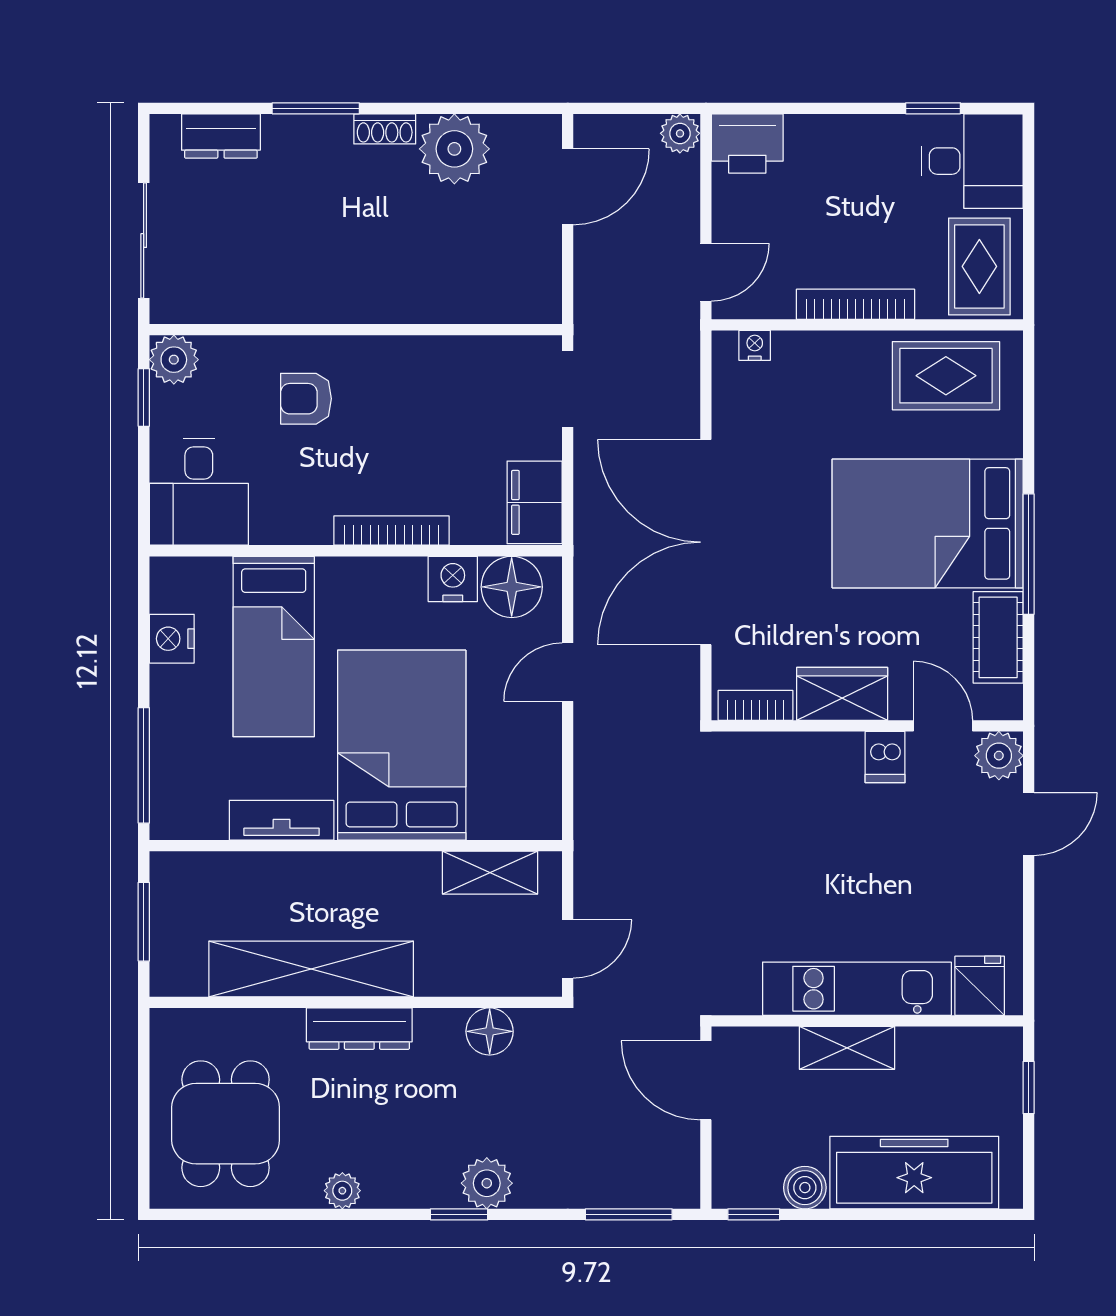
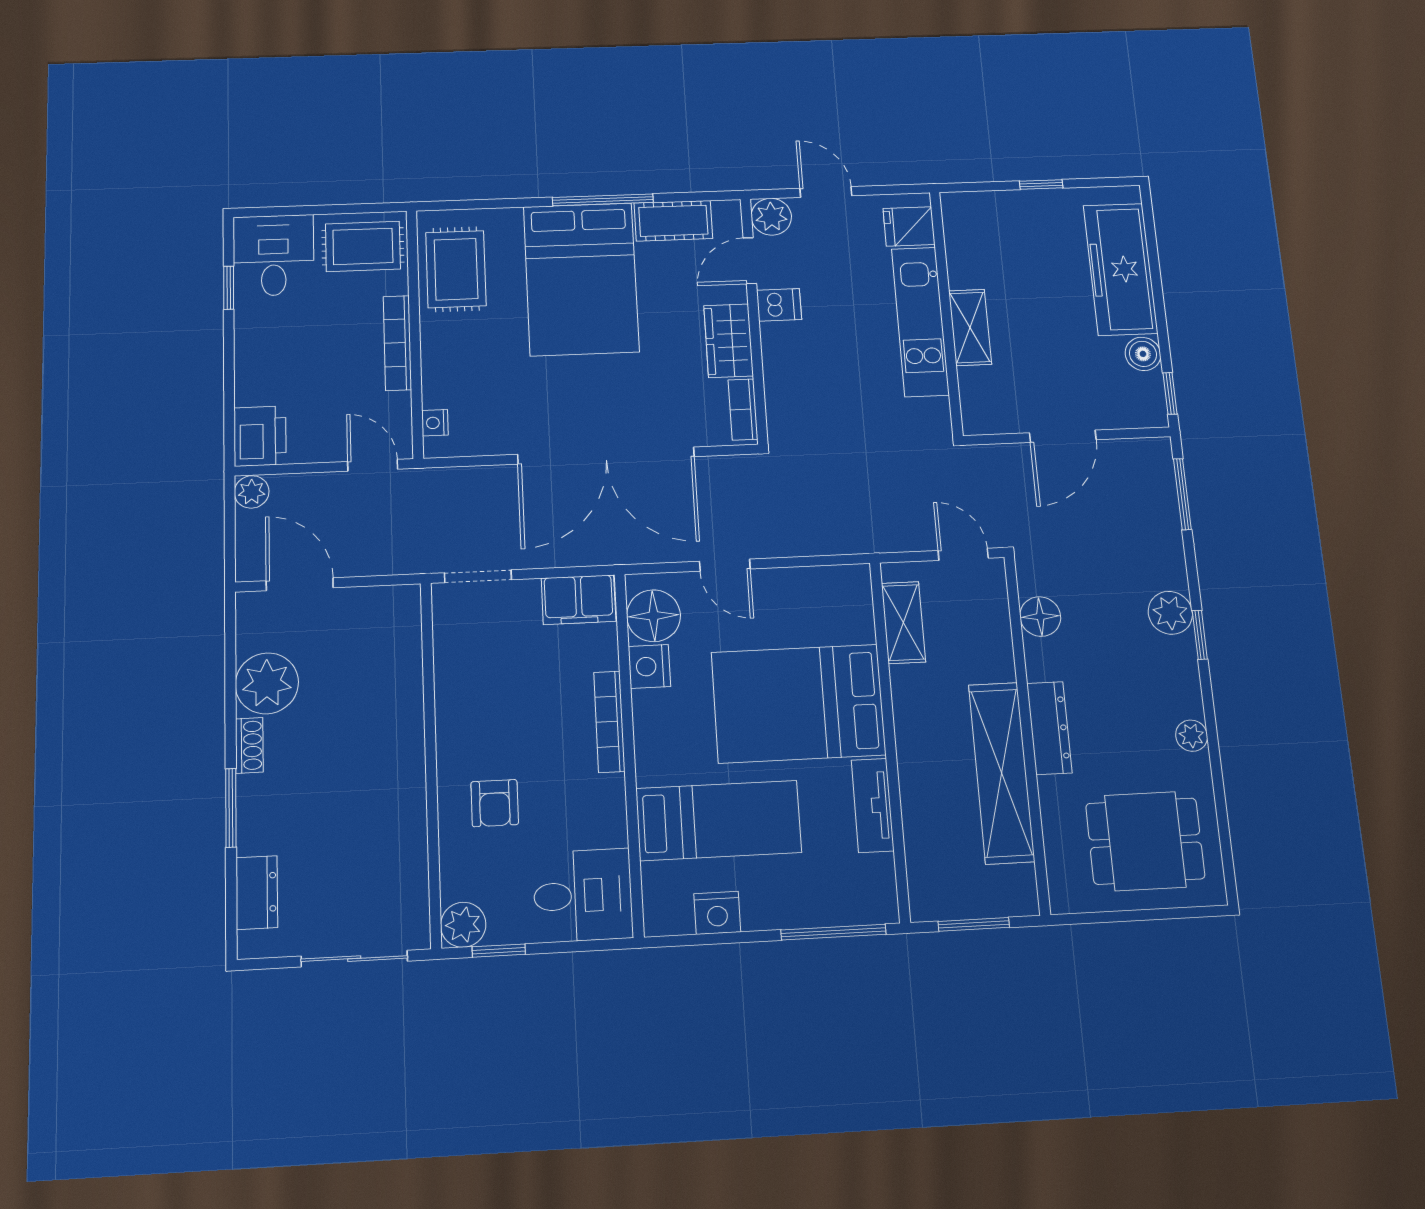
fridge: (980, 986) -> (909, 226), moved
kitchen unit: (857, 989) -> (920, 322), moved
wall: (867, 1021) -> (946, 312), moved
shelving: (847, 1048) -> (970, 327), moved

